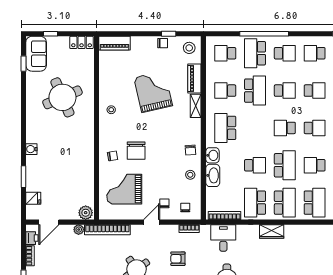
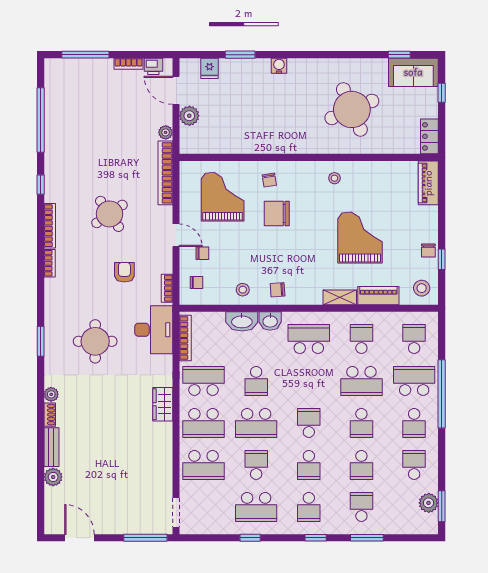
grand piano: (153, 92) -> (360, 237), turned -77
plant: (86, 213) -> (189, 116), moved
desk: (223, 238) -> (154, 330), width x1.37

